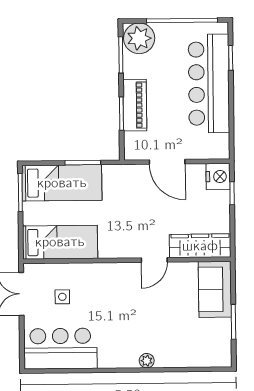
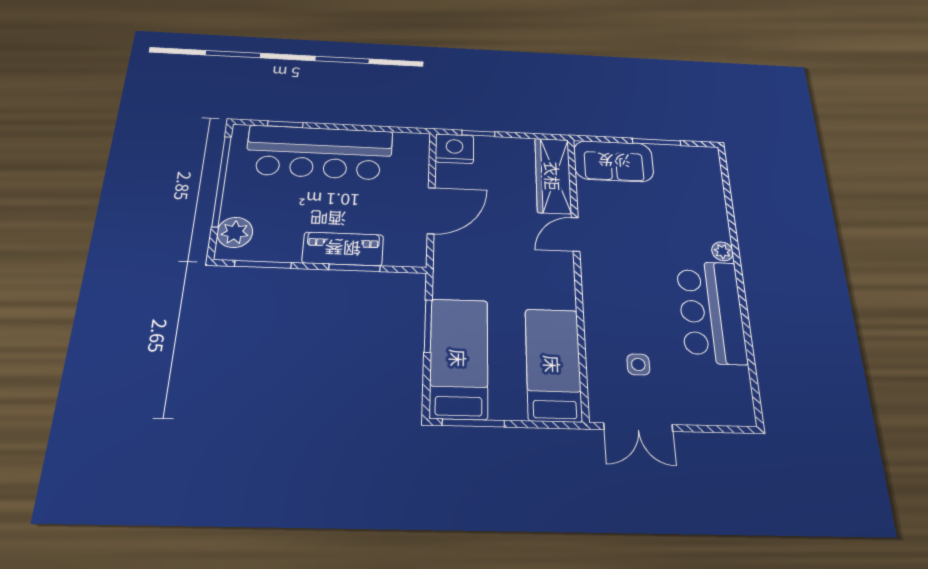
plant: (139, 38) -> (235, 232), width x0.73, depth x0.73
door: (154, 260) -> (576, 234), swing flipped
bar counter: (60, 349) -> (711, 312), moved

